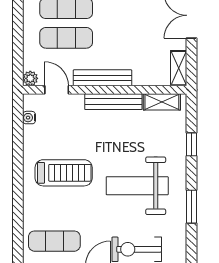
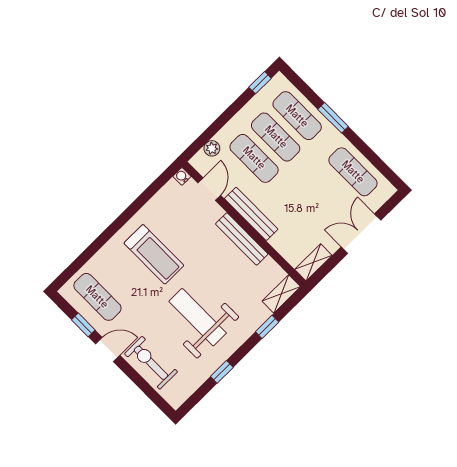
plant: (30, 78) -> (212, 148), moved
shelving: (162, 102) -> (281, 294), moved, turned 90
water cooler: (29, 118) -> (182, 176), moved
window: (192, 207) -> (222, 372), width x0.67

